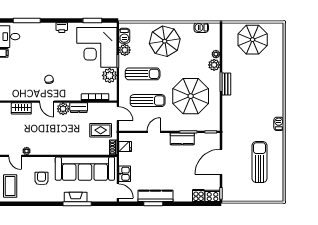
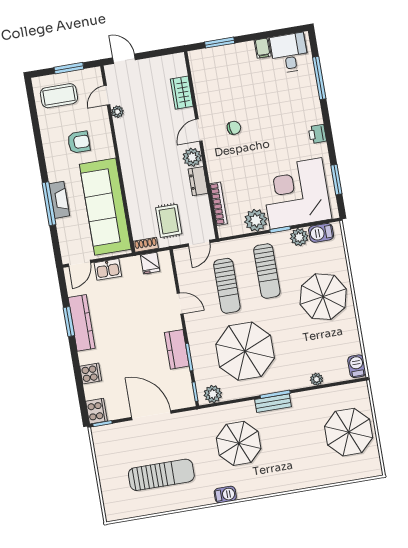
barbecue: (201, 28) -> (357, 366), moved
plant: (214, 65) -> (213, 394), moved
parasol: (248, 110) -> (239, 443), added
cooker: (198, 196) -> (91, 374), moved

